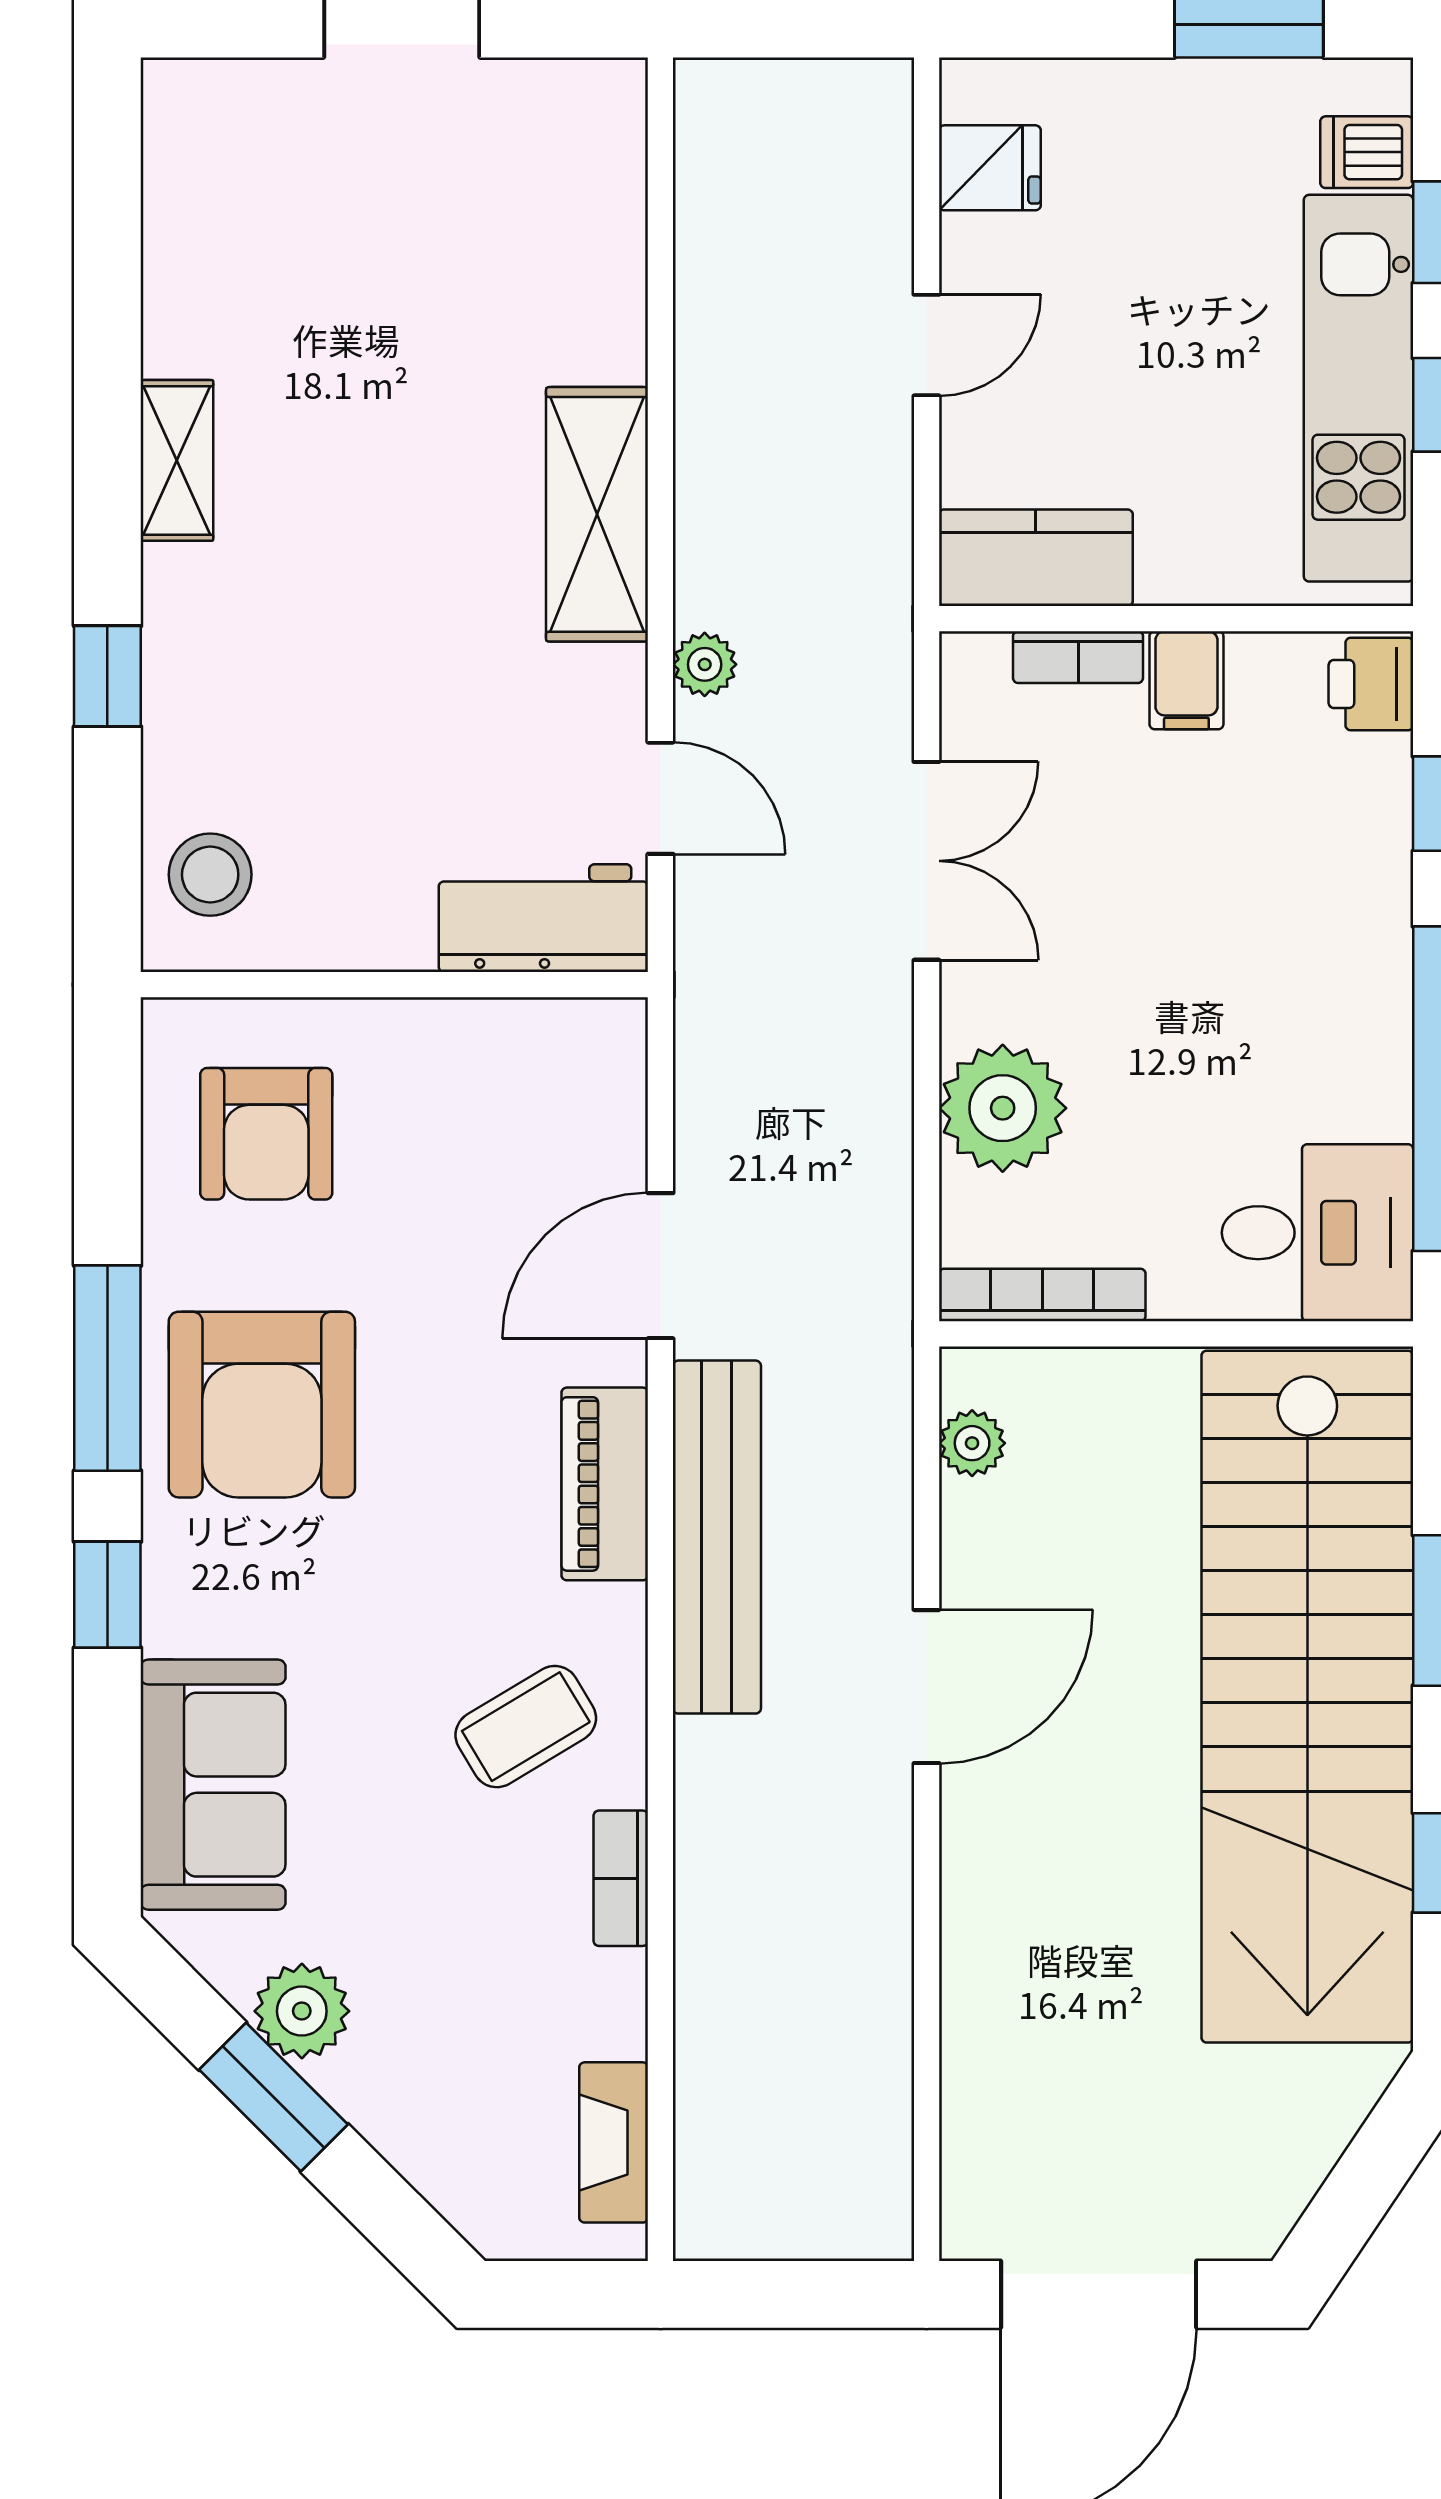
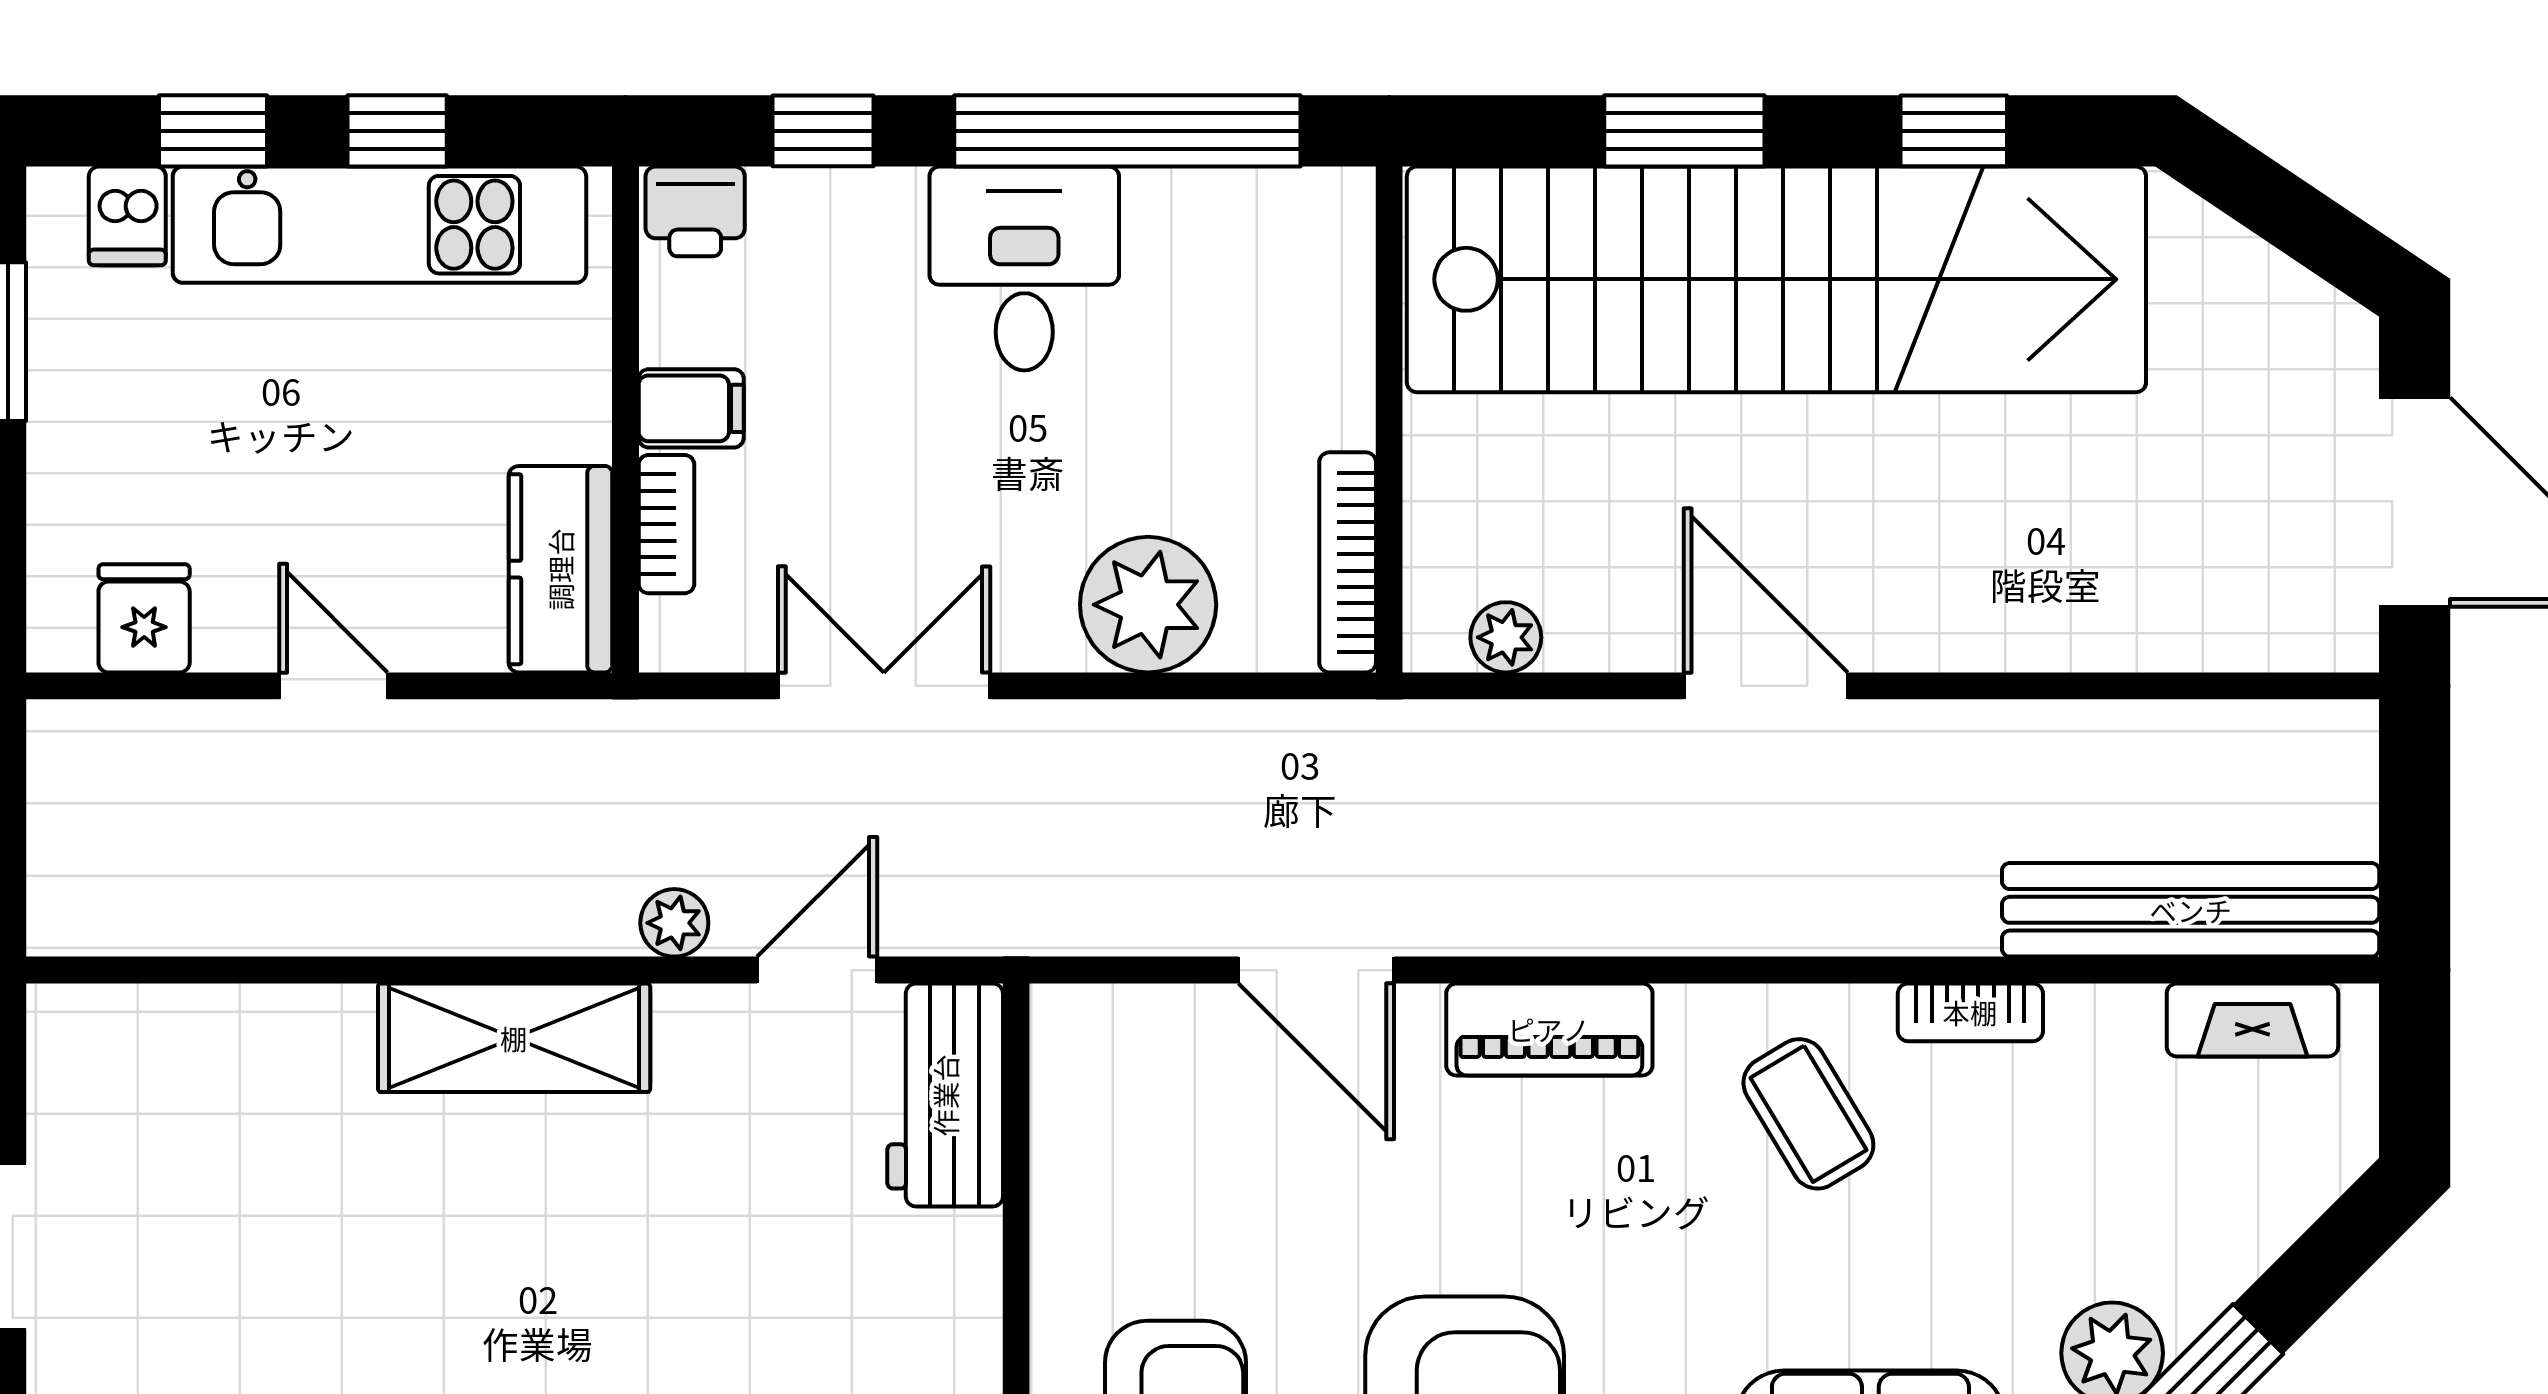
desk: (1317, 1233) -> (1024, 269), moved
bench: (717, 1537) -> (2191, 910), moved

